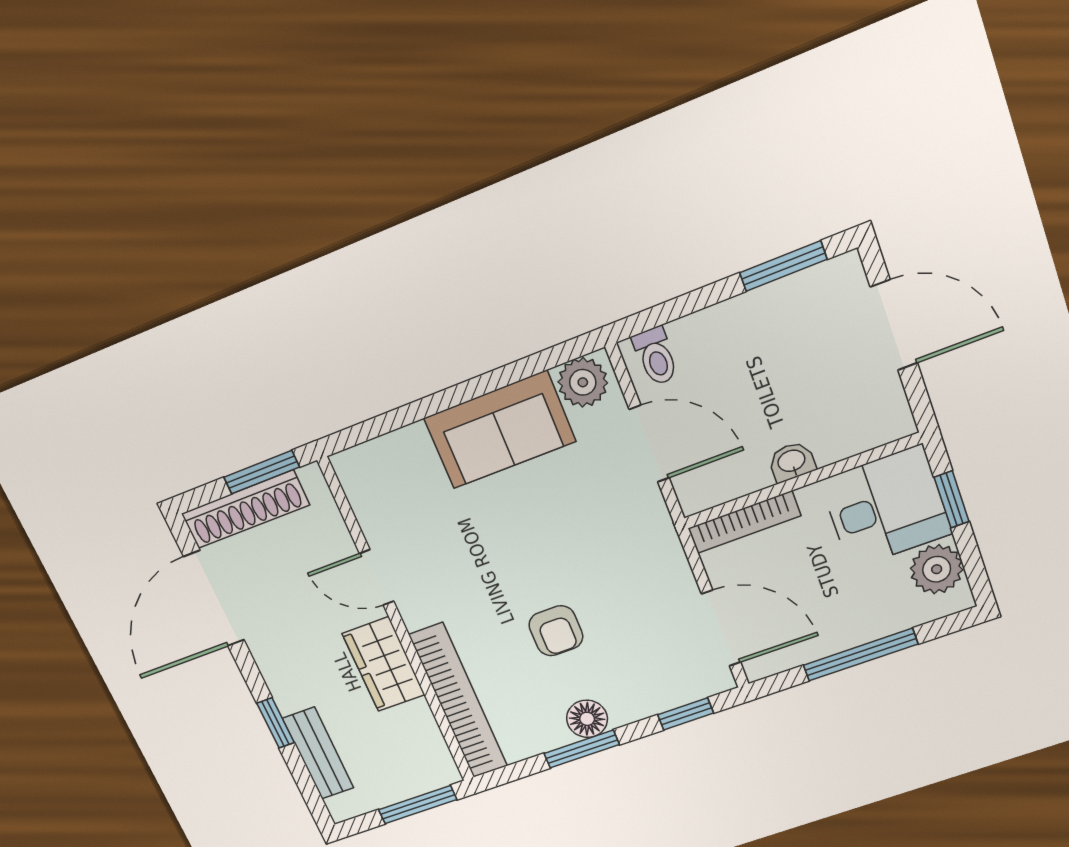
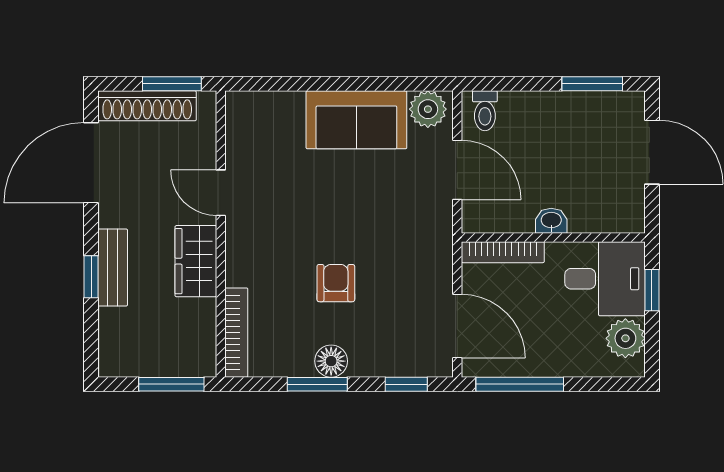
armchair: (556, 631) -> (336, 283), turned 180
window: (860, 655) -> (520, 384), moved
bookcase: (458, 701) -> (236, 333), width x0.68, depth x0.76
bench: (318, 753) -> (113, 267), moved

